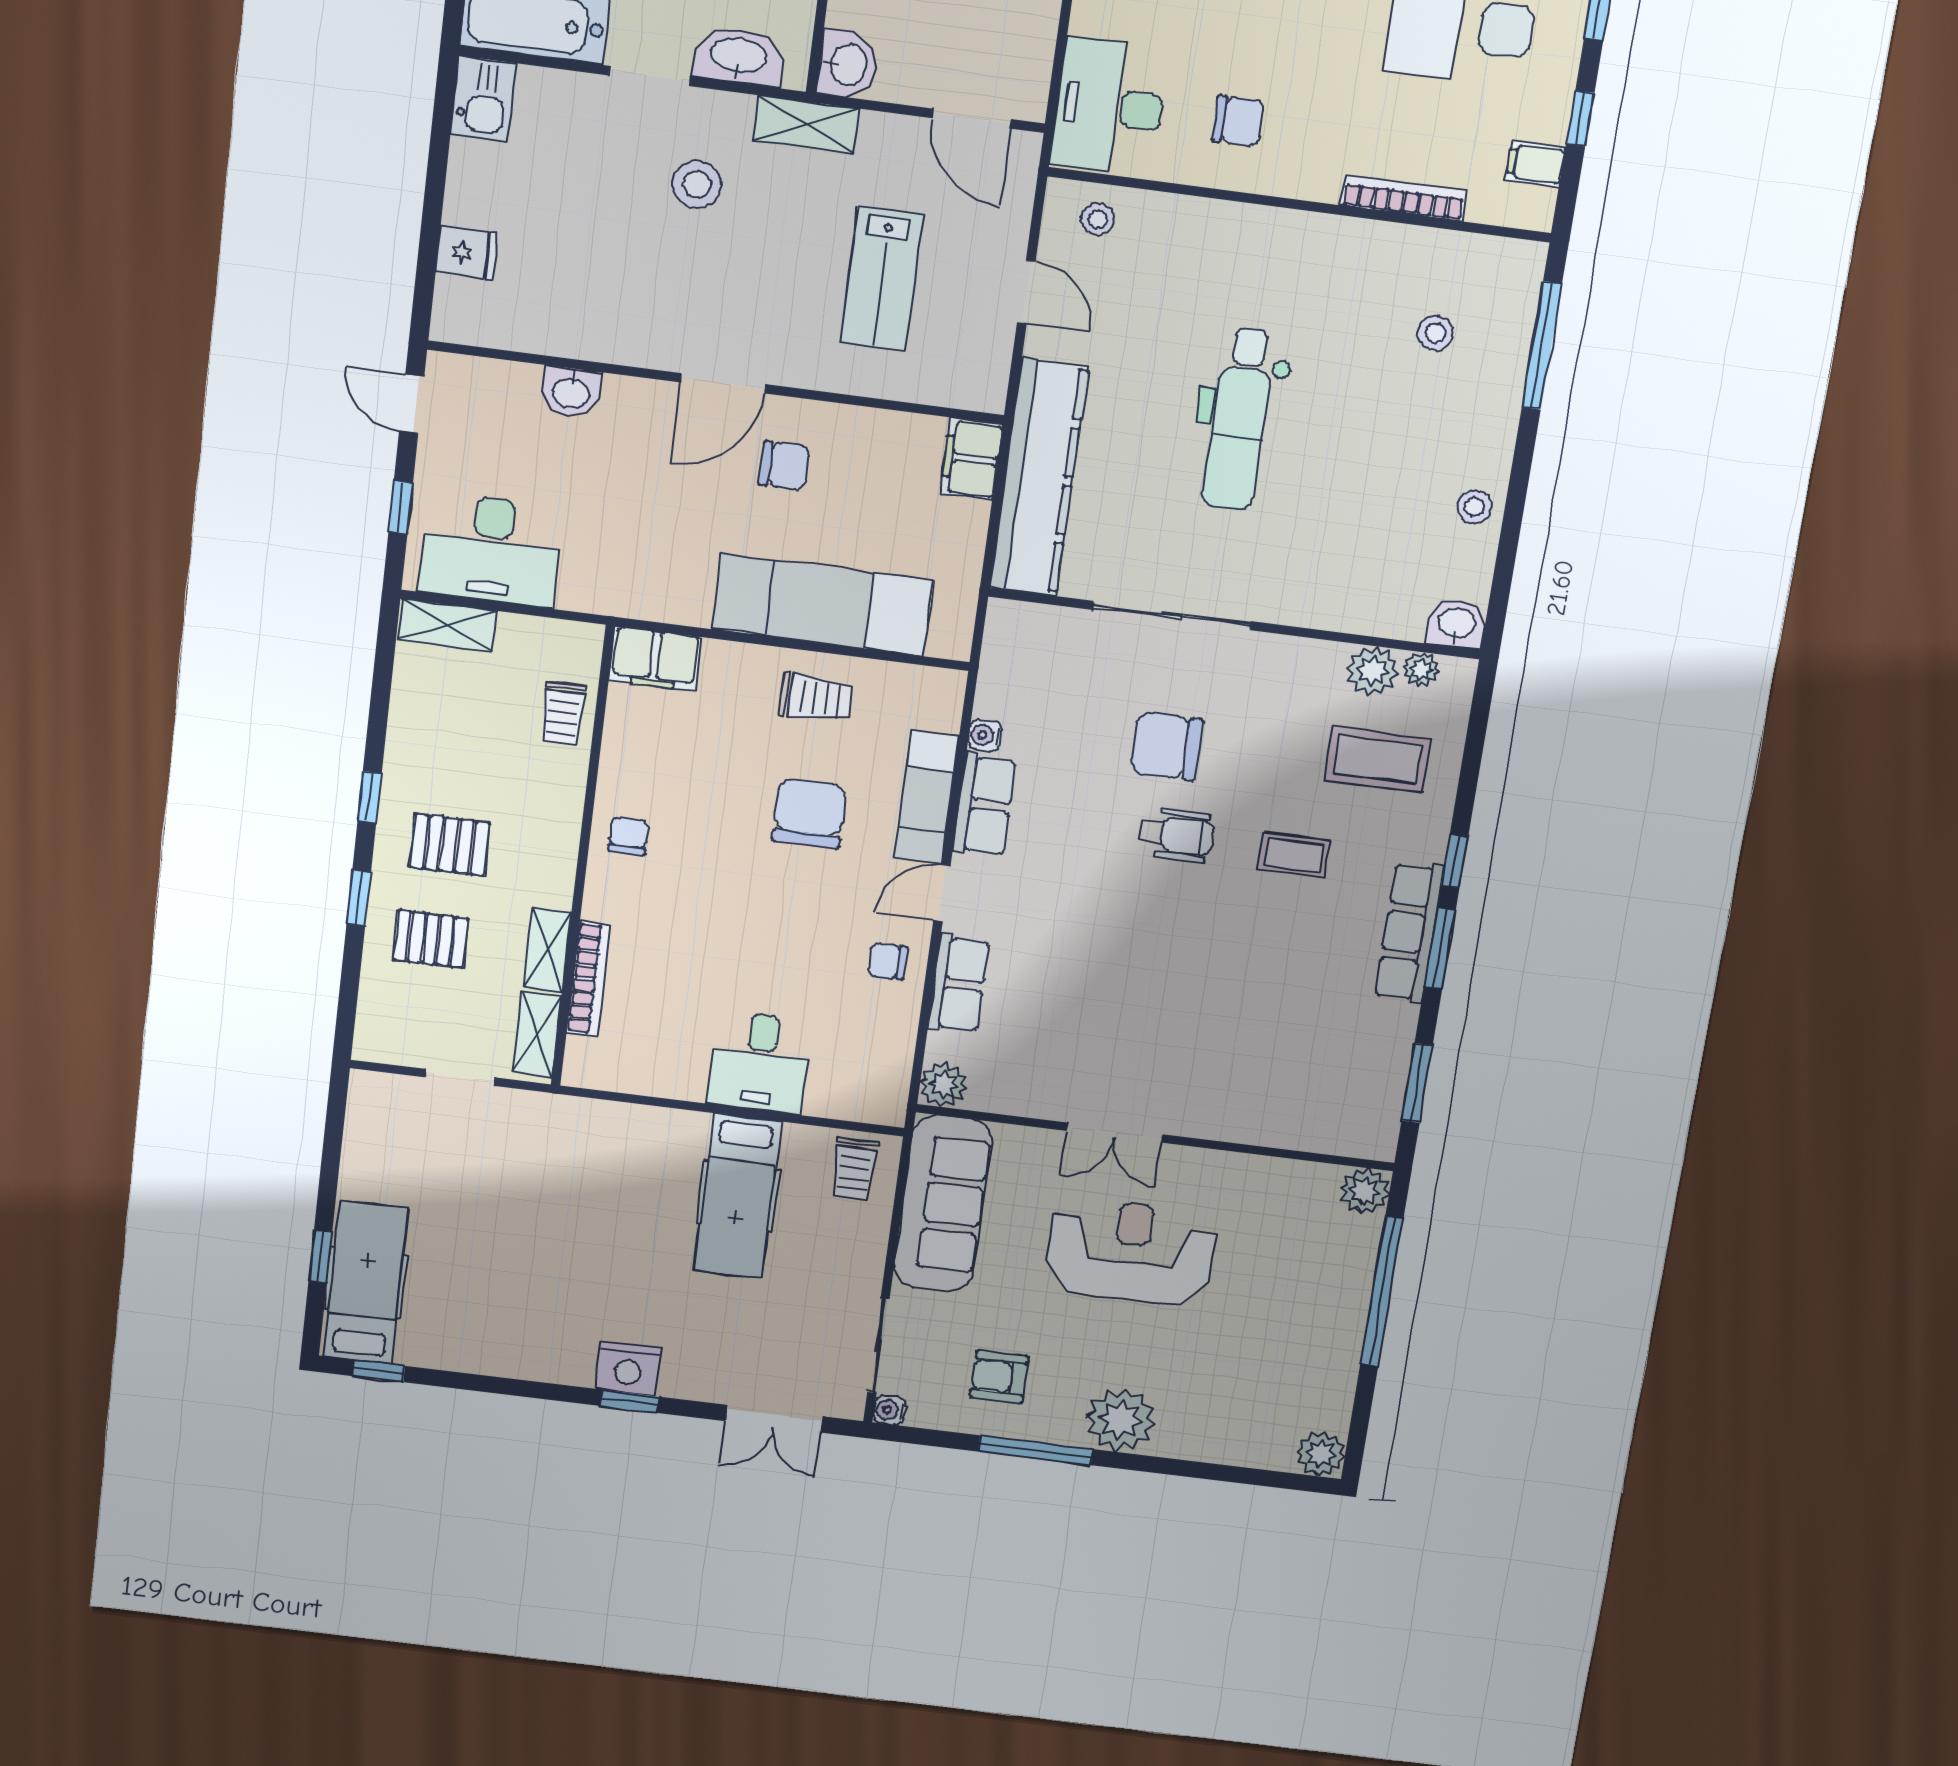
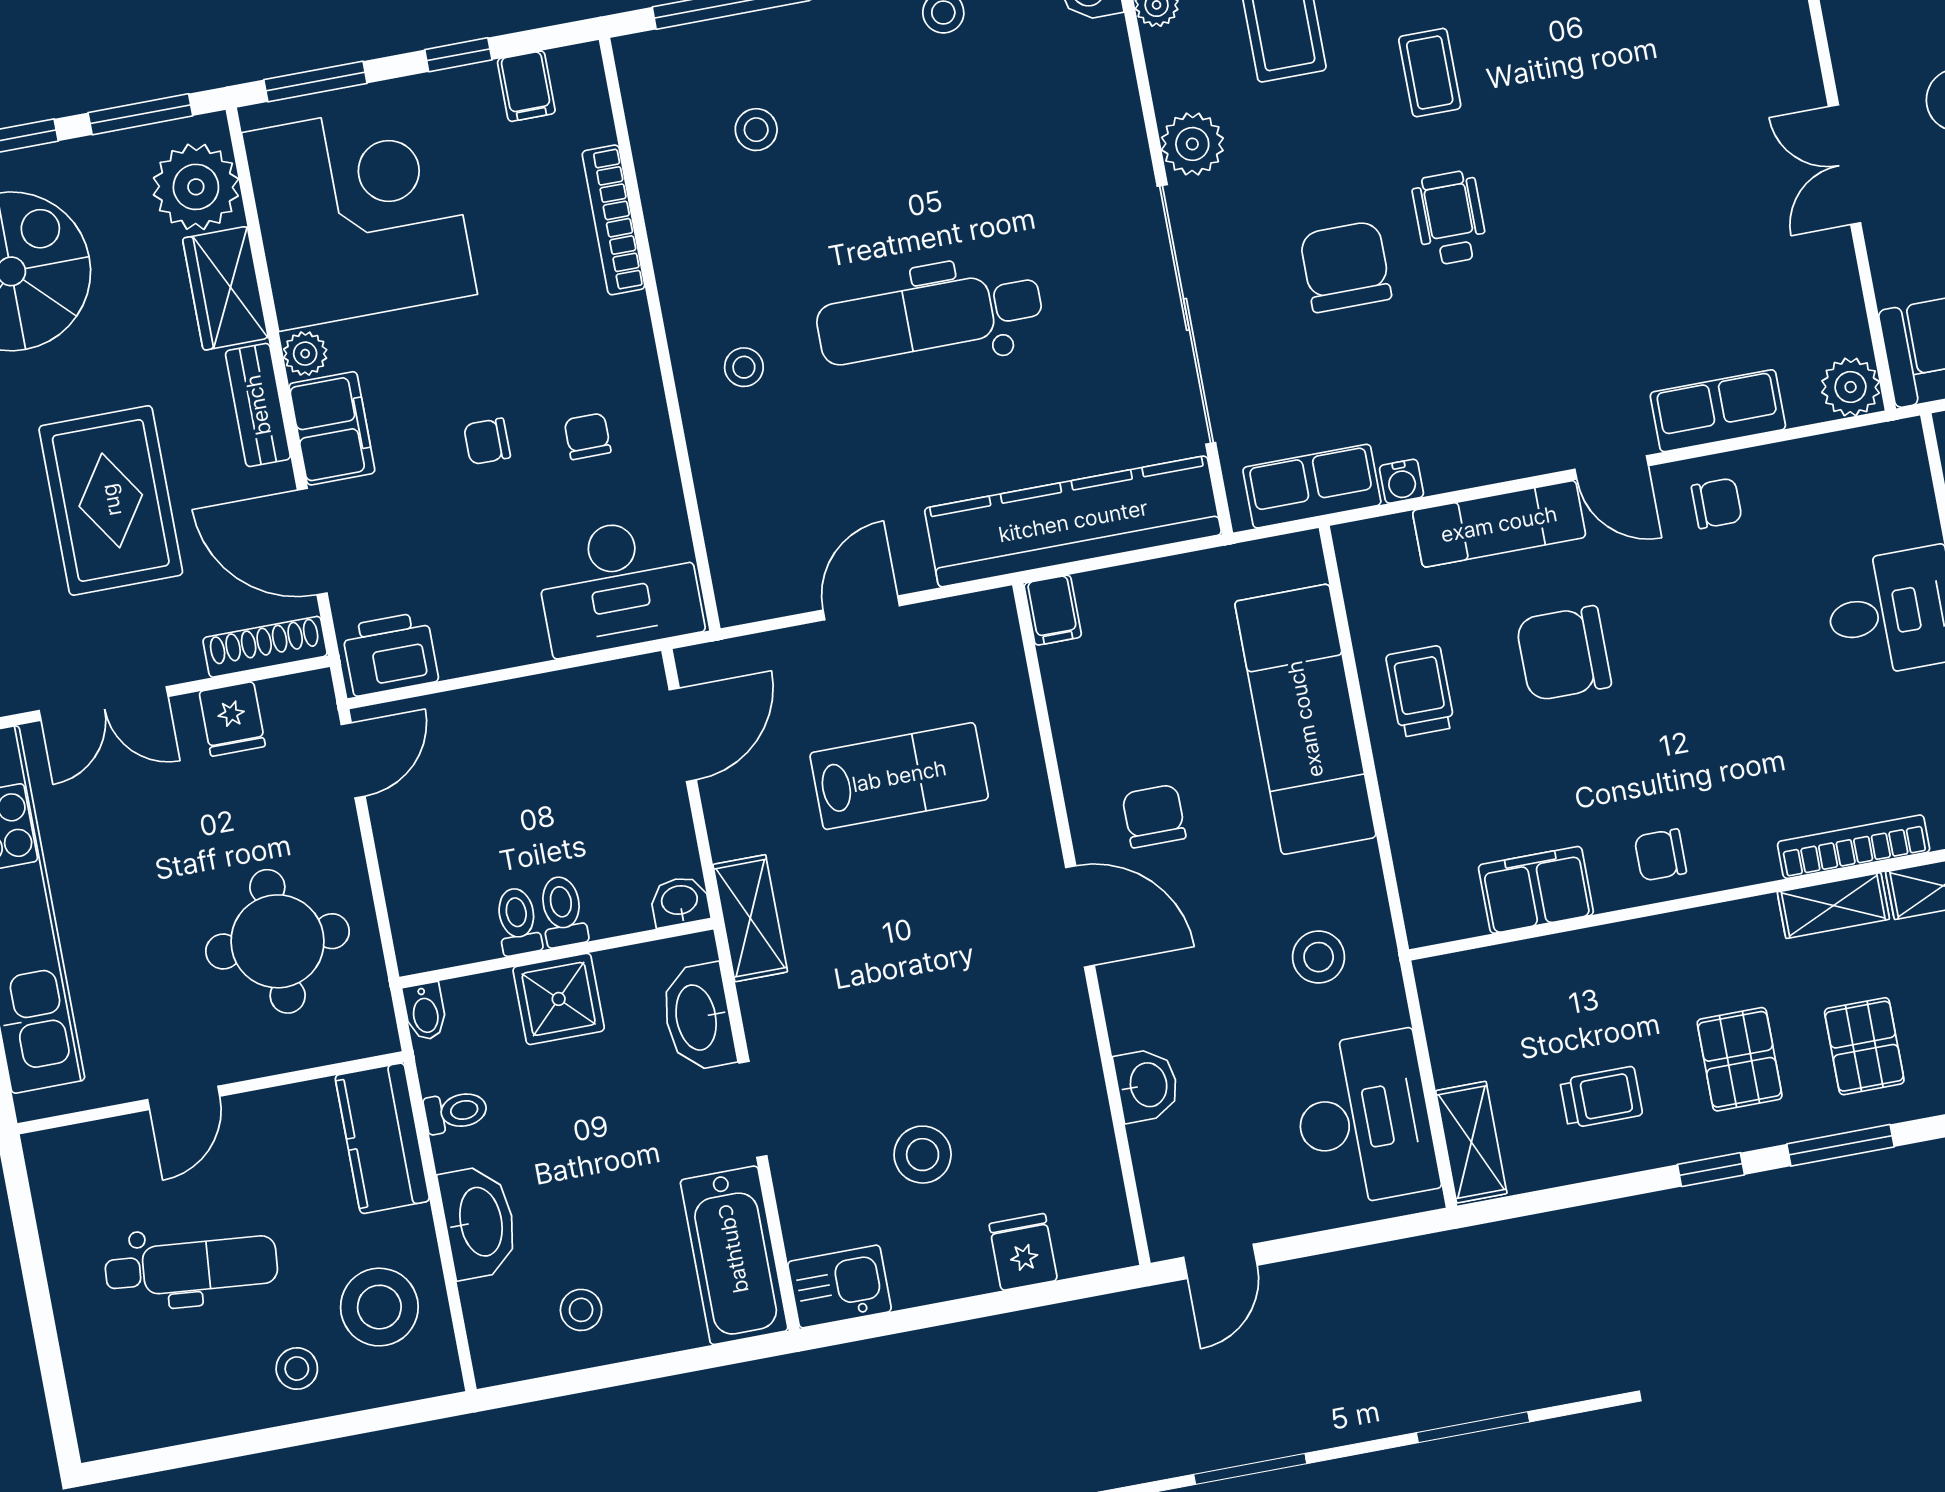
chair: (1262, 39) -> (487, 441), added
washbasin: (847, 65) -> (680, 901), width x0.72, depth x0.69
chair: (1238, 121) -> (587, 436), width x0.73, depth x0.73
stool: (697, 184) -> (923, 1155), moved
stool: (1098, 219) -> (744, 367), moved
dental chair: (1239, 419) -> (930, 317), turned 180
filing cabinet: (971, 459) -> (1053, 610), width x0.50
window: (401, 507) -> (1347, 1238), removed
stool: (631, 556) -> (1319, 957), added
sliding door: (1172, 616) -> (1186, 314), width x1.36
filing cabinet: (655, 659) -> (1536, 890), moved, turned -90
plant: (1373, 671) -> (1192, 144), moved
trolley: (563, 713) -> (1601, 1097), moved
chair: (1167, 746) -> (1346, 267), turned 180
row of seats: (985, 805) -> (1312, 486), moved
window: (359, 898) -> (1841, 1145), width x1.50
chair: (888, 961) -> (1717, 503), turned -90
double door: (1115, 1133) -> (1845, 165), swing flipped

